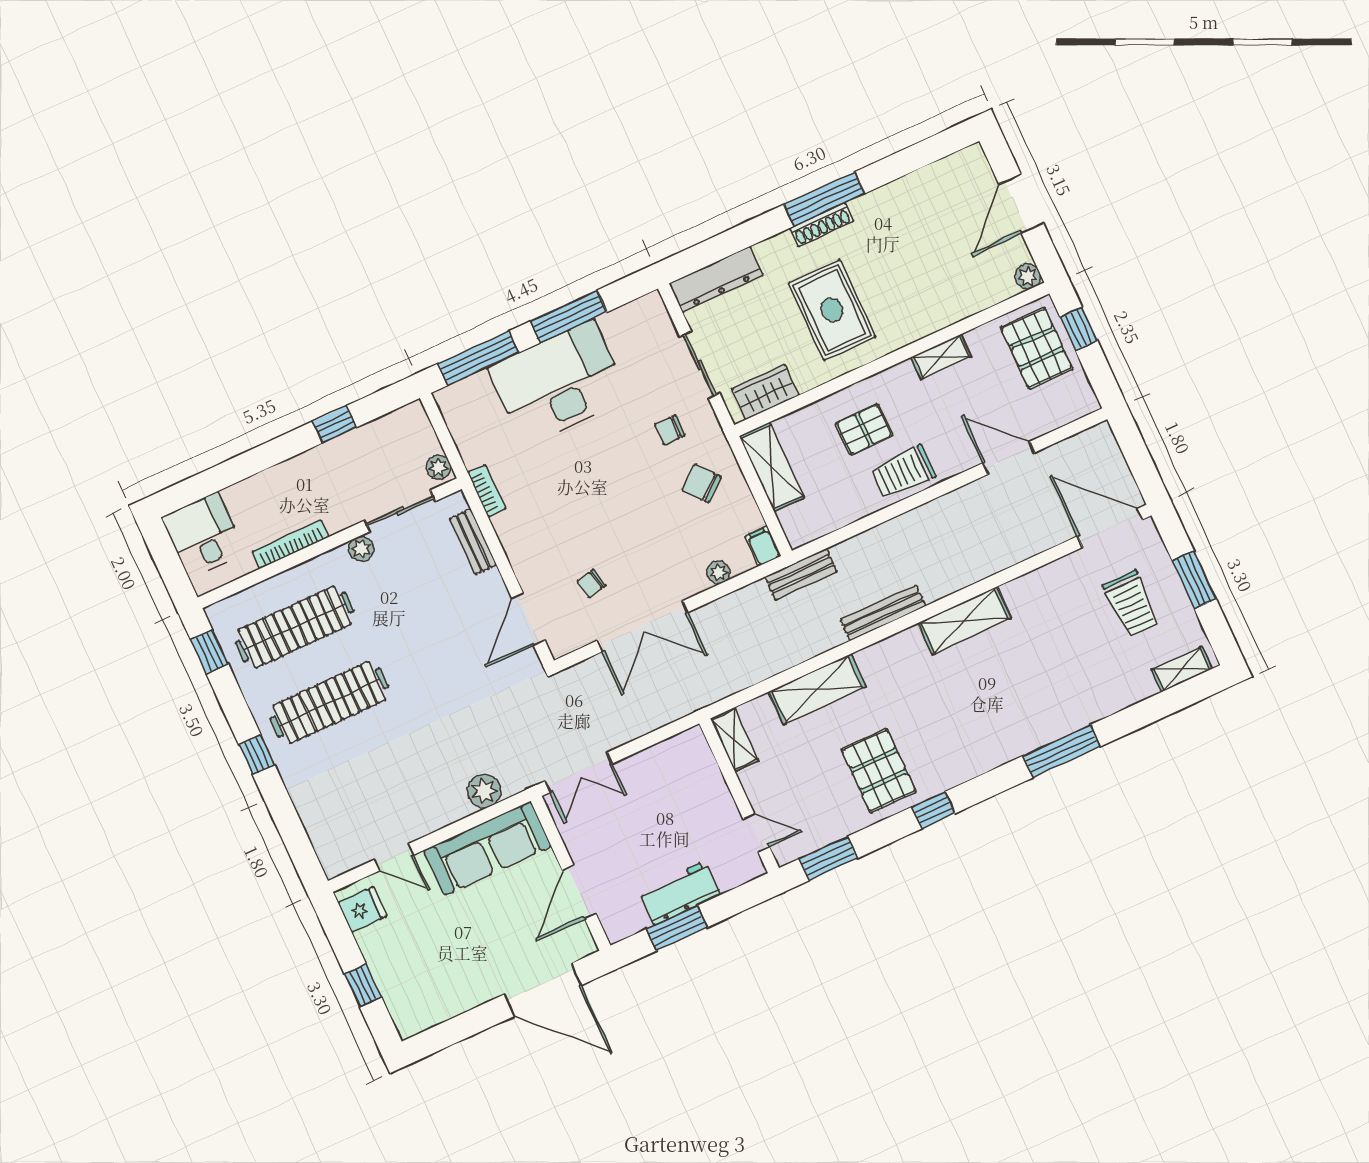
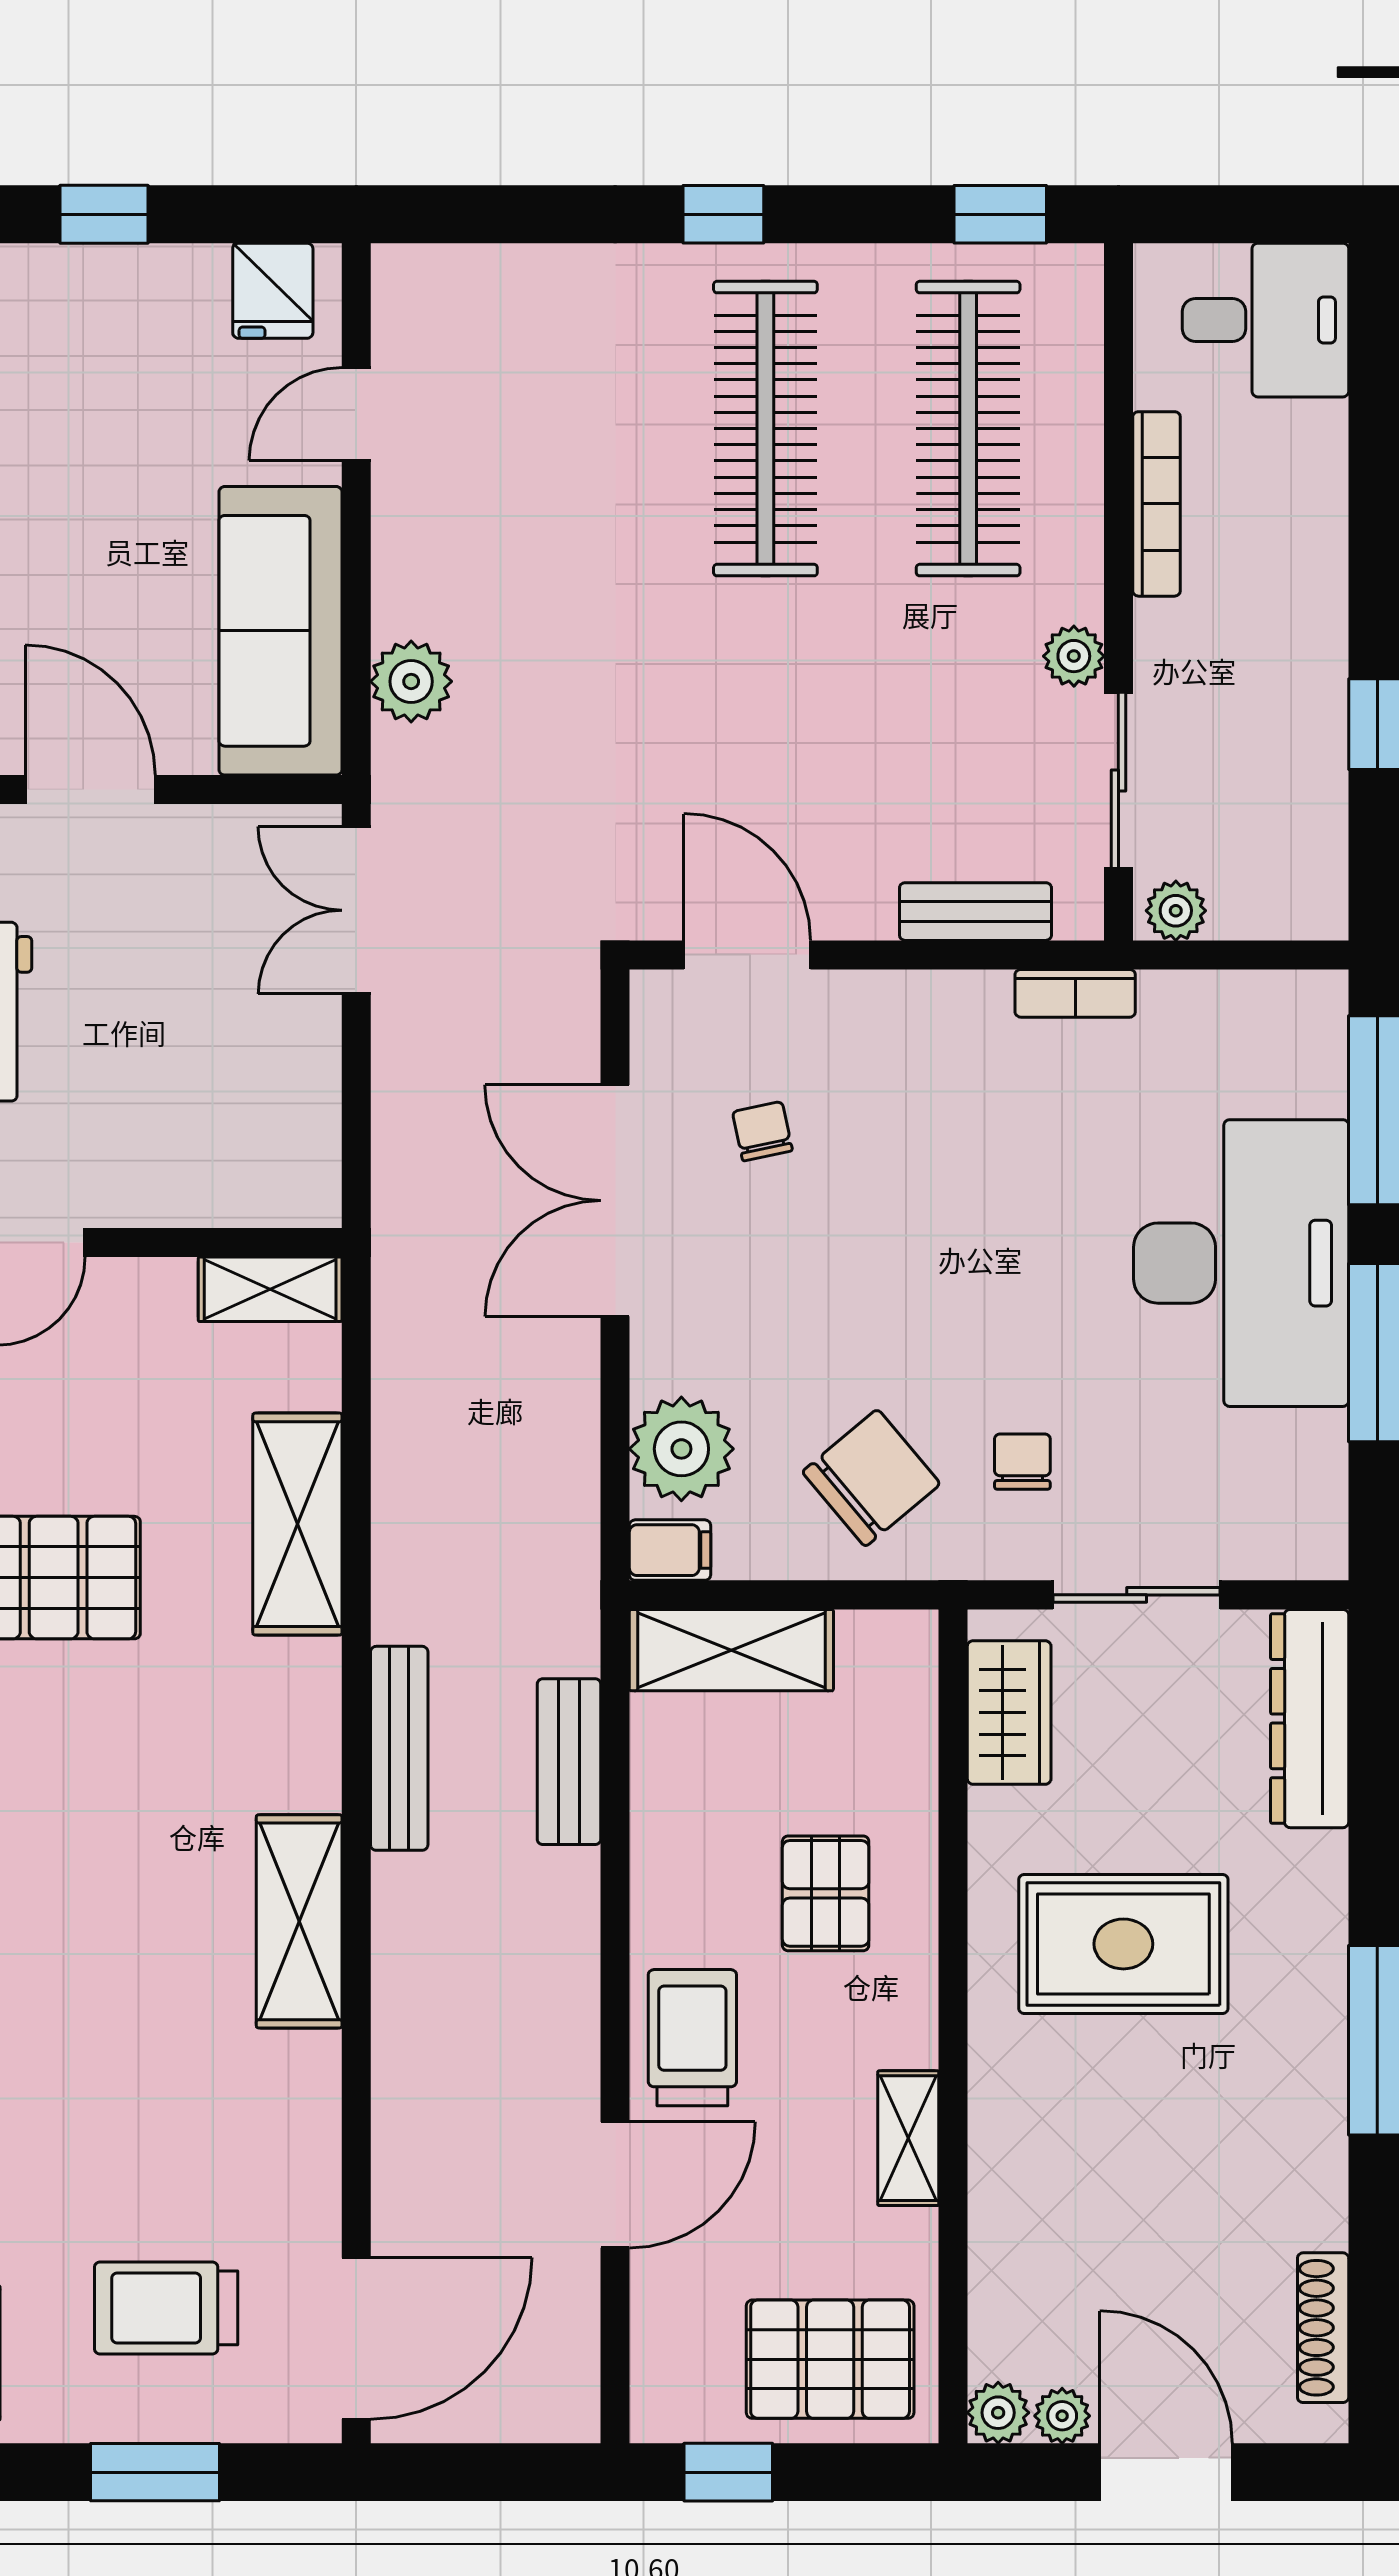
shoe rack: (822, 225) -> (1323, 2328), moved
plant: (1018, 252) -> (1062, 2416), added
window: (1079, 329) -> (728, 2472), moved
shelving: (772, 467) -> (731, 1650), moved
trolley: (903, 472) -> (692, 2038), moved
chair: (702, 484) -> (871, 1478), width x1.37, depth x1.37
plant: (719, 572) -> (681, 1449), width x1.88, depth x1.88
bench: (801, 574) -> (569, 1762), moved

